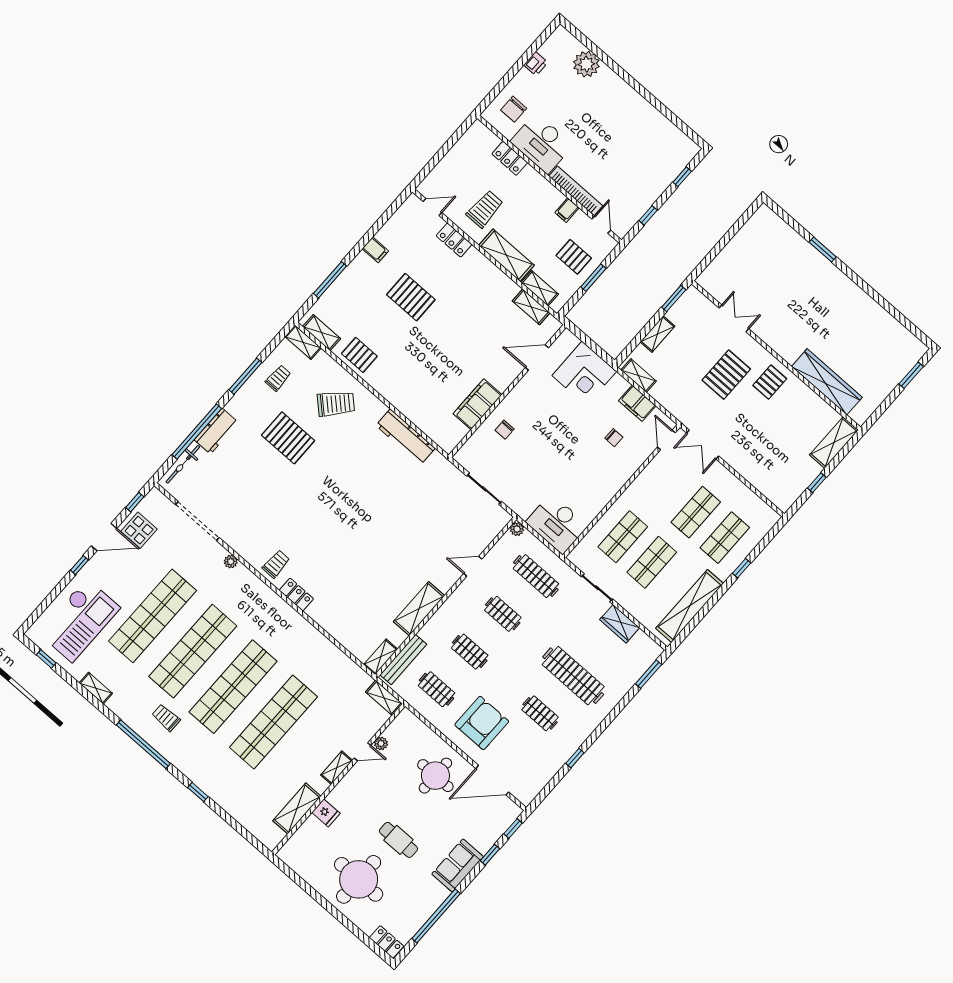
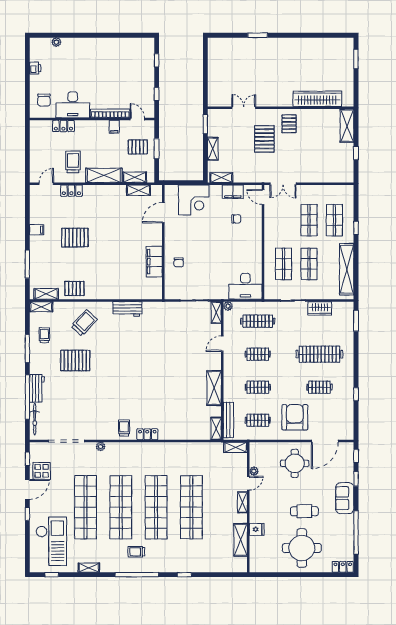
plant: (586, 64) -> (56, 42), width x0.53, depth x0.53
workbench: (405, 437) -> (127, 309), width x0.73
shelving: (497, 525) -> (216, 313), added

